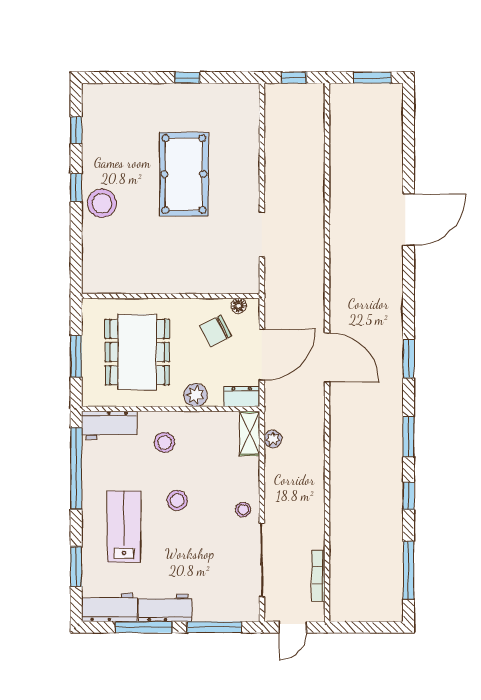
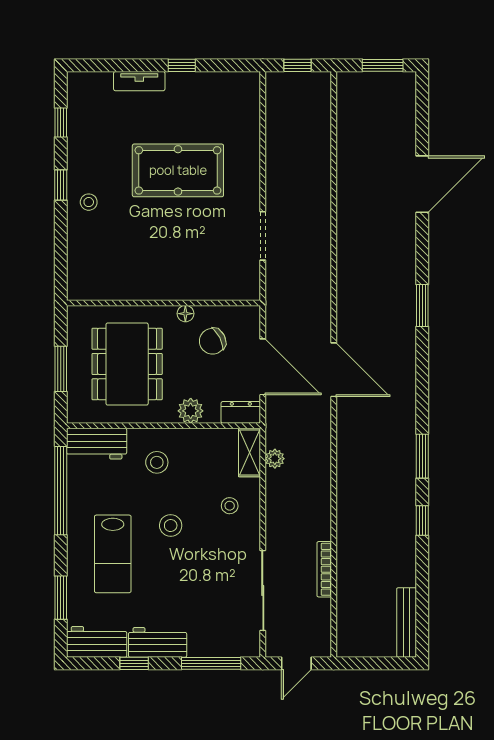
tv unit: (148, 92) -> (139, 81), added
pool table: (184, 174) -> (178, 170), turned 90
stool: (102, 203) -> (89, 202), width x0.53, depth x0.53
door: (408, 220) -> (422, 184), moved
floor lamp: (239, 306) -> (185, 314), moved
door: (262, 355) -> (263, 367), hinge flipped
window: (408, 358) -> (422, 305), moved
stool: (243, 510) -> (230, 506), moved
lab bench: (124, 527) -> (113, 554), turned 180
window: (408, 570) -> (422, 601), removed
bookcase: (318, 576) -> (324, 569), moved
bench: (394, 590) -> (407, 622), added
window: (144, 627) -> (134, 663), width x0.46

